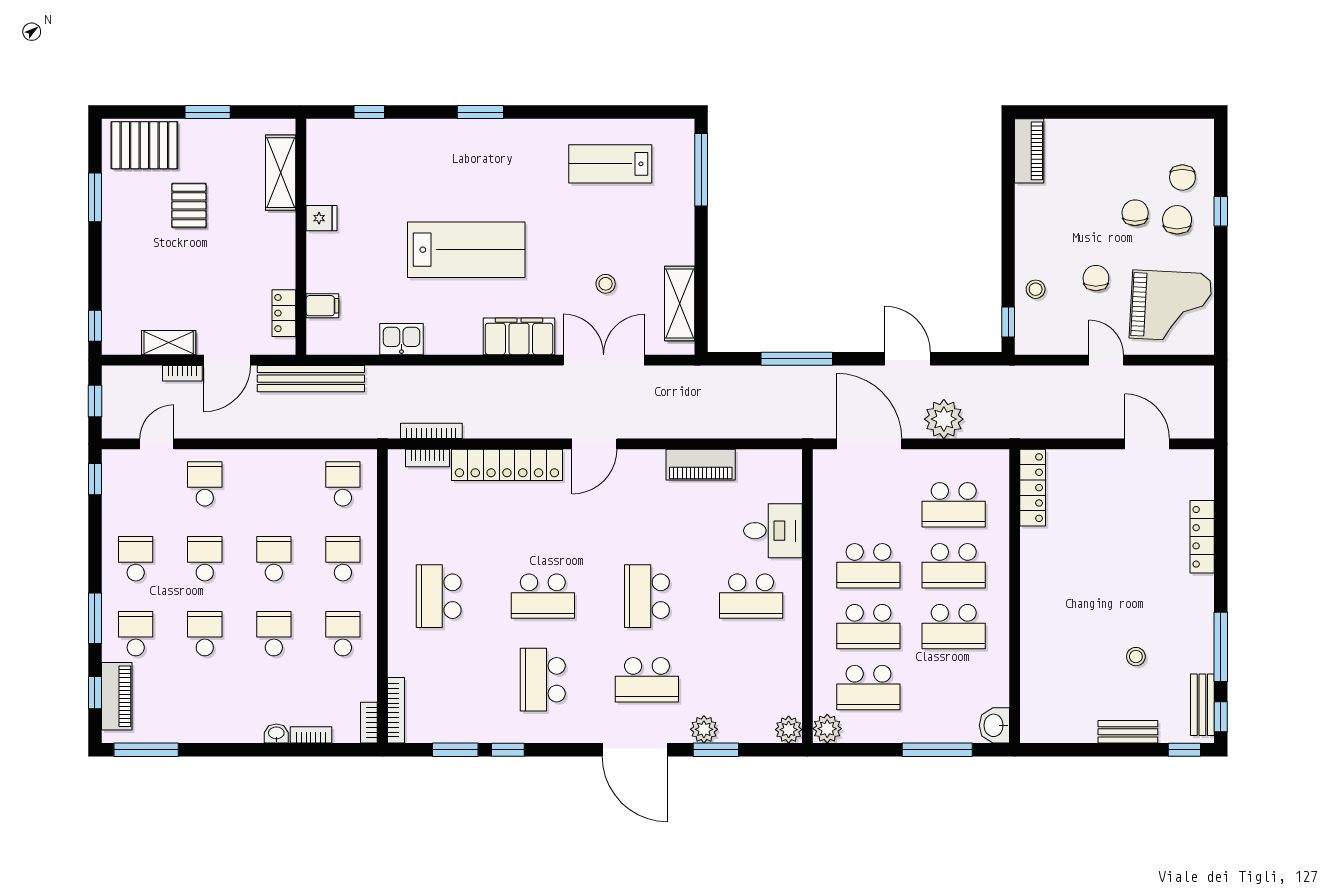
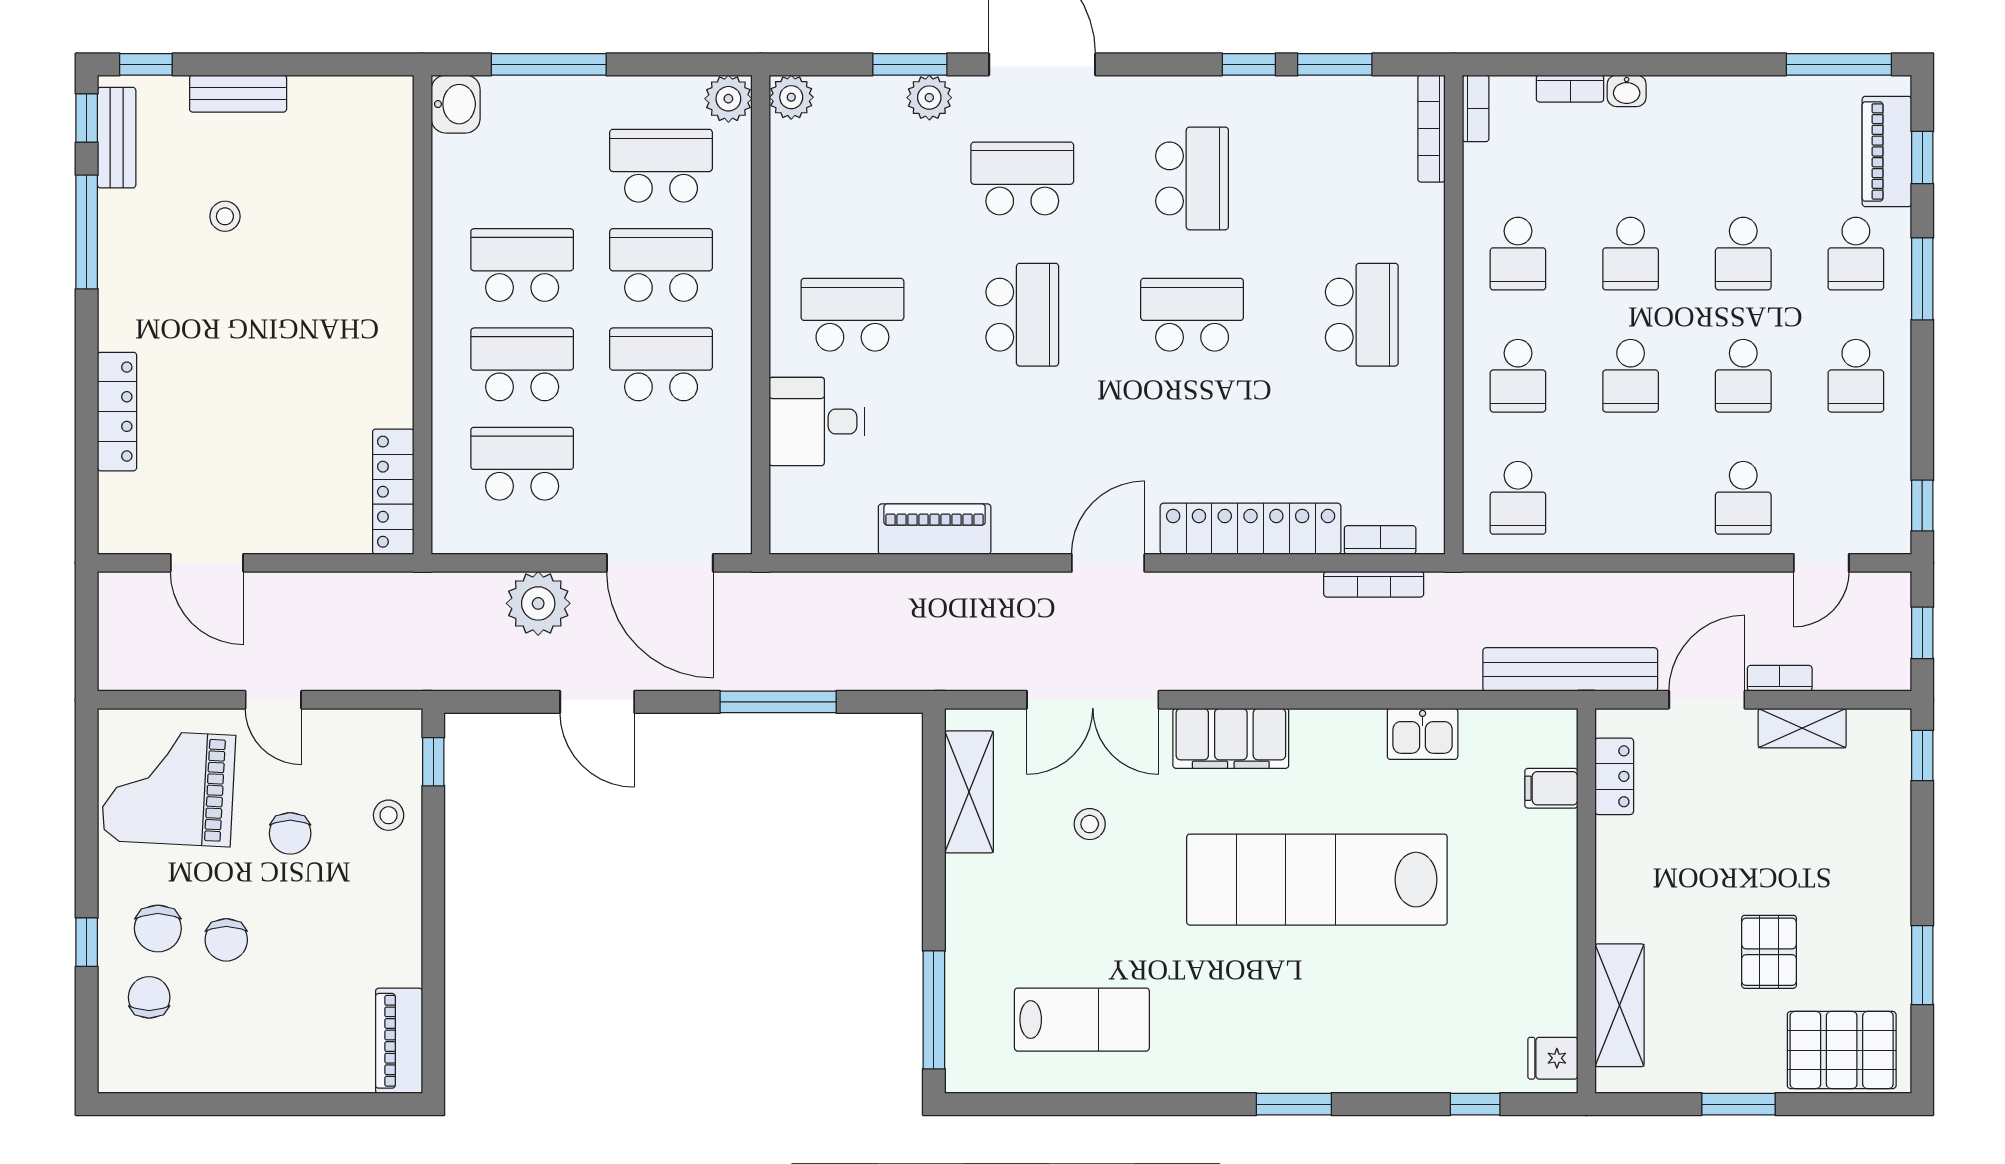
fridge: (321, 218) -> (1553, 1058), moved
lab bench: (466, 250) -> (1317, 880), width x1.36

